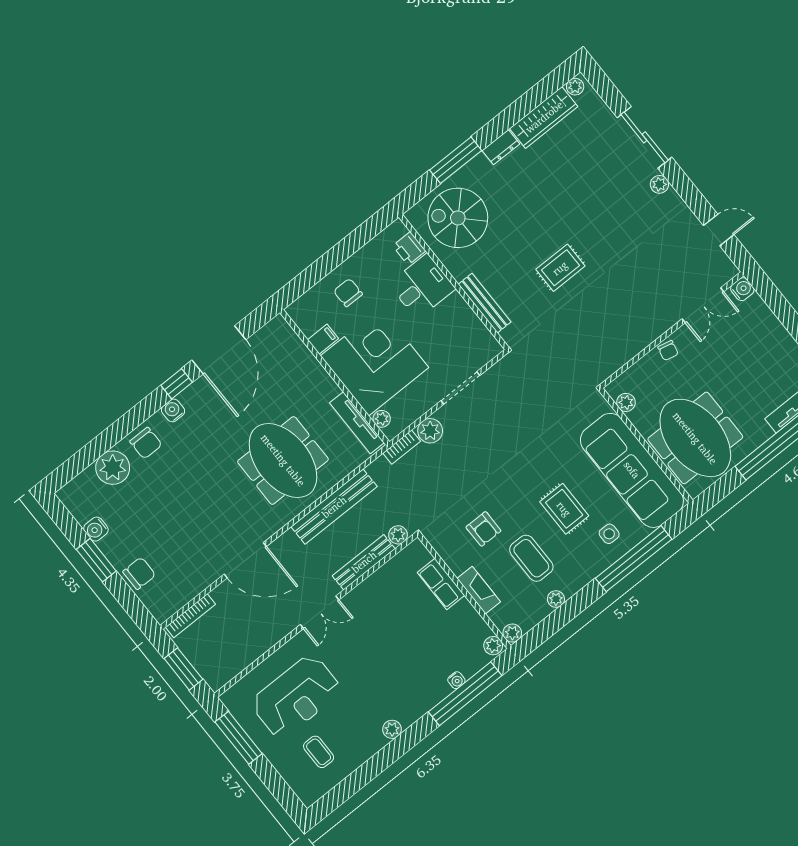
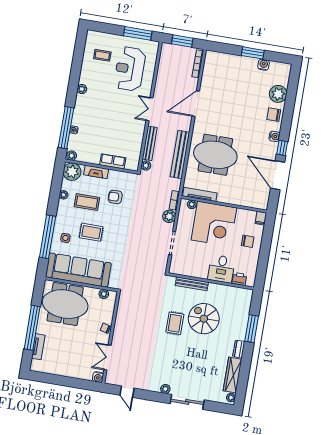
spiral stairs: (458, 218) -> (204, 319), moved, turned -90
door: (719, 230) -> (127, 392), hinge flipped
filing cabinet: (323, 339) -> (261, 218), moved
chair: (139, 573) -> (232, 63), removed
plant: (512, 633) -> (72, 172), width x1.88, depth x1.88

